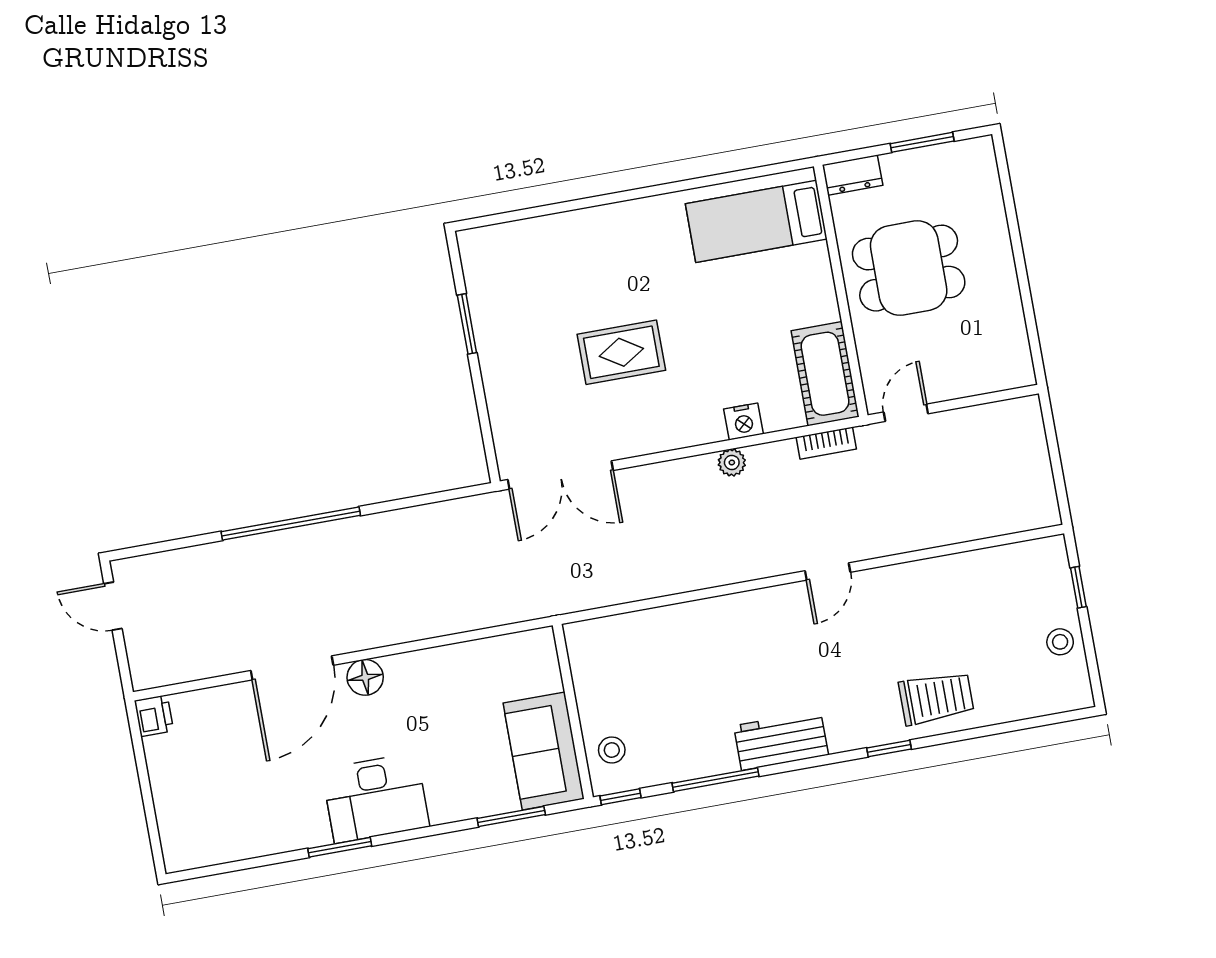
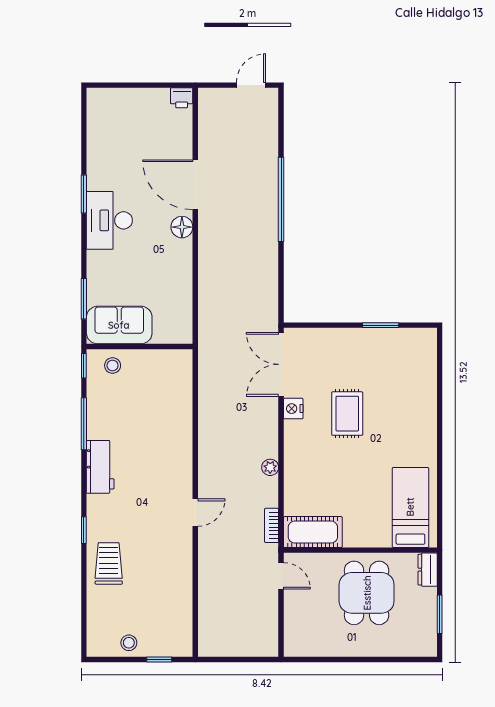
nightstand: (744, 421) -> (293, 409), moved
door: (828, 571) -> (195, 513), swing flipped
trolley: (936, 698) -> (109, 563), turned 180

